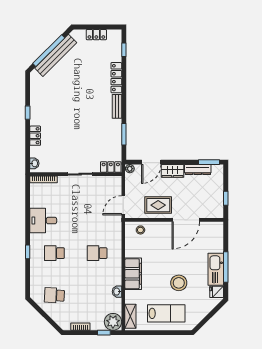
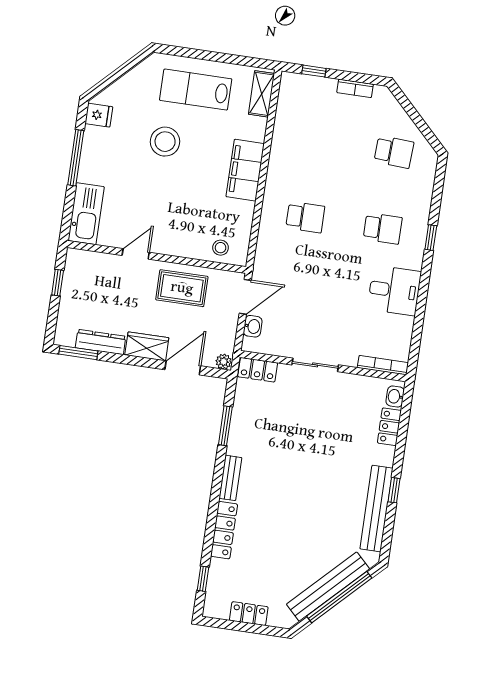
bench: (36, 101) -> (376, 509), added
locker: (35, 136) -> (389, 427), moved
door: (186, 220) -> (136, 254), width x0.53
kitchen sink: (216, 269) -> (86, 214), moved
washbasin: (117, 292) -> (253, 326), moved
plant: (113, 322) -> (295, 88), removed

